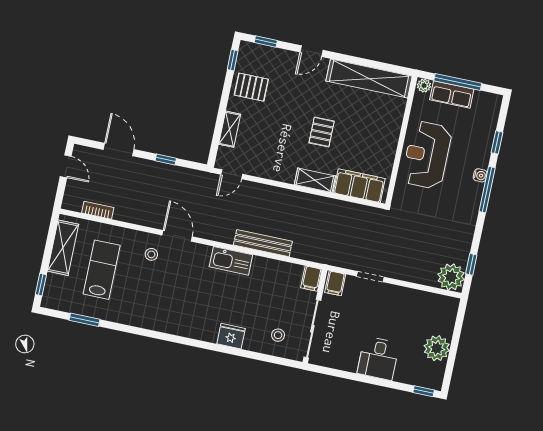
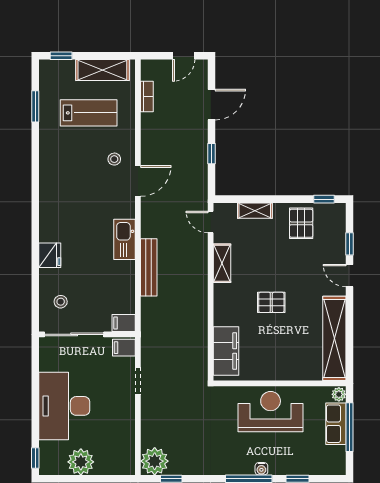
window: (266, 41) -> (349, 244), moved
shelving: (315, 180) -> (222, 263), moved
desk: (378, 358) -> (64, 406), width x1.87, depth x1.30

